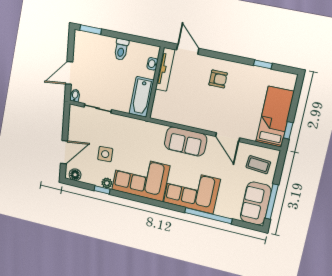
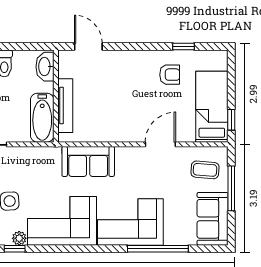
washbasin: (152, 64) -> (45, 67), width x1.91, depth x1.45
tv unit: (165, 69) -> (65, 106), moved
armchair: (218, 79) -> (170, 75), moved
door: (228, 137) -> (160, 144), swing flipped
sofa: (186, 141) -> (88, 161), moved
window: (272, 202) -> (231, 188), moved

